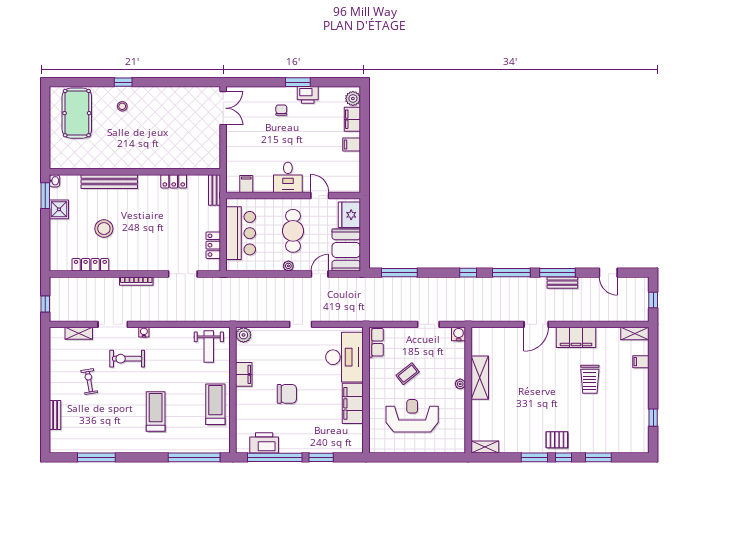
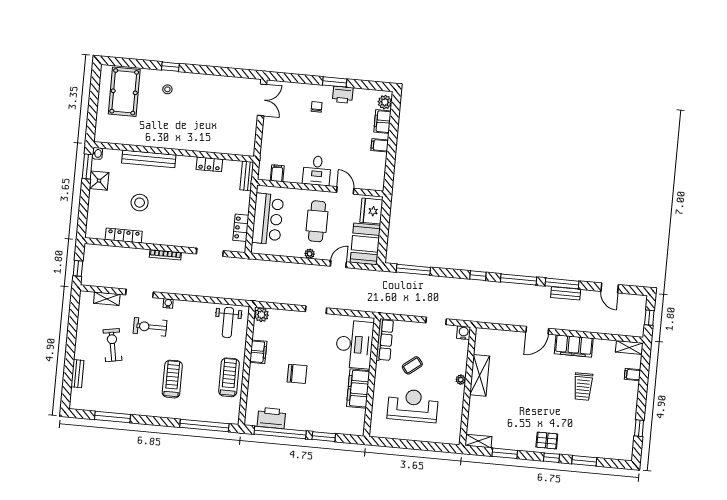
row of seats: (376, 342) -> (385, 340), width x1.48
exercise bike: (89, 382) -> (112, 345), width x1.38, depth x1.39
window: (534, 457) -> (505, 453), moved

